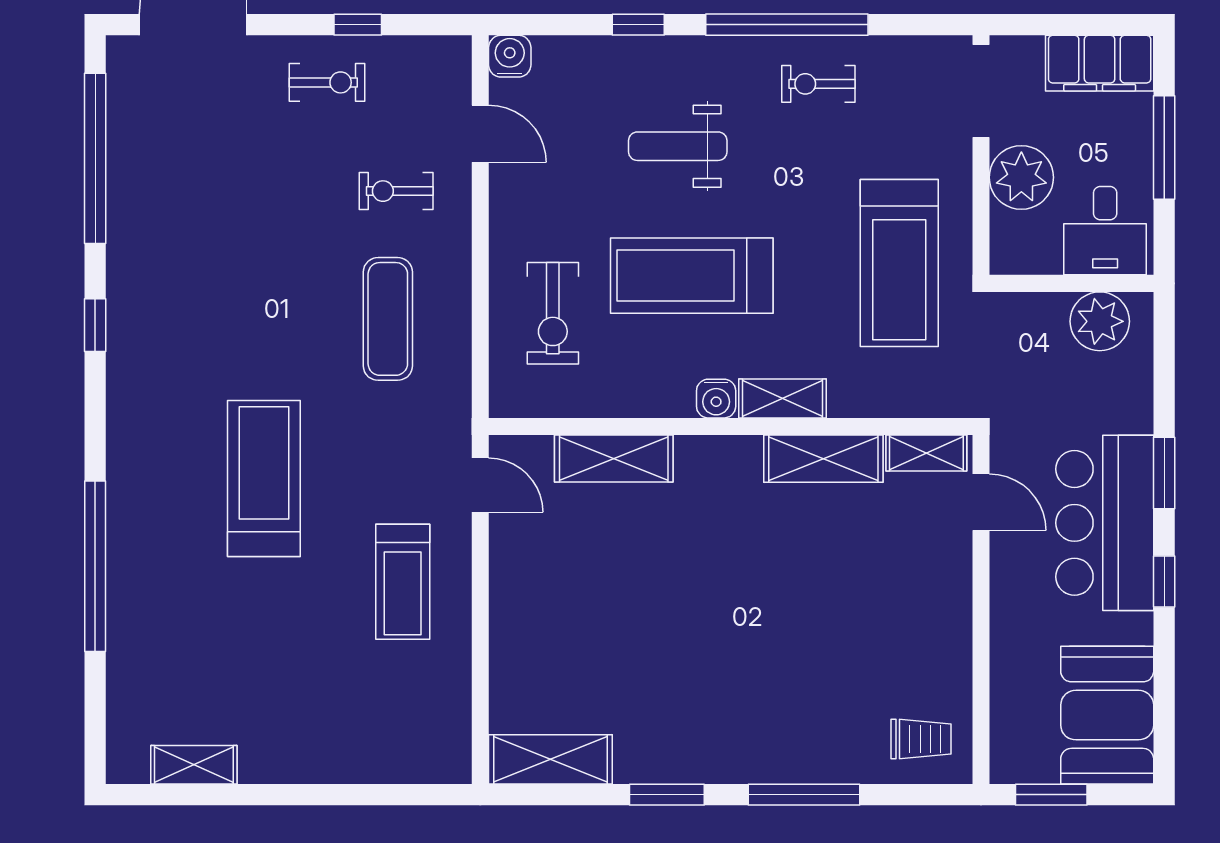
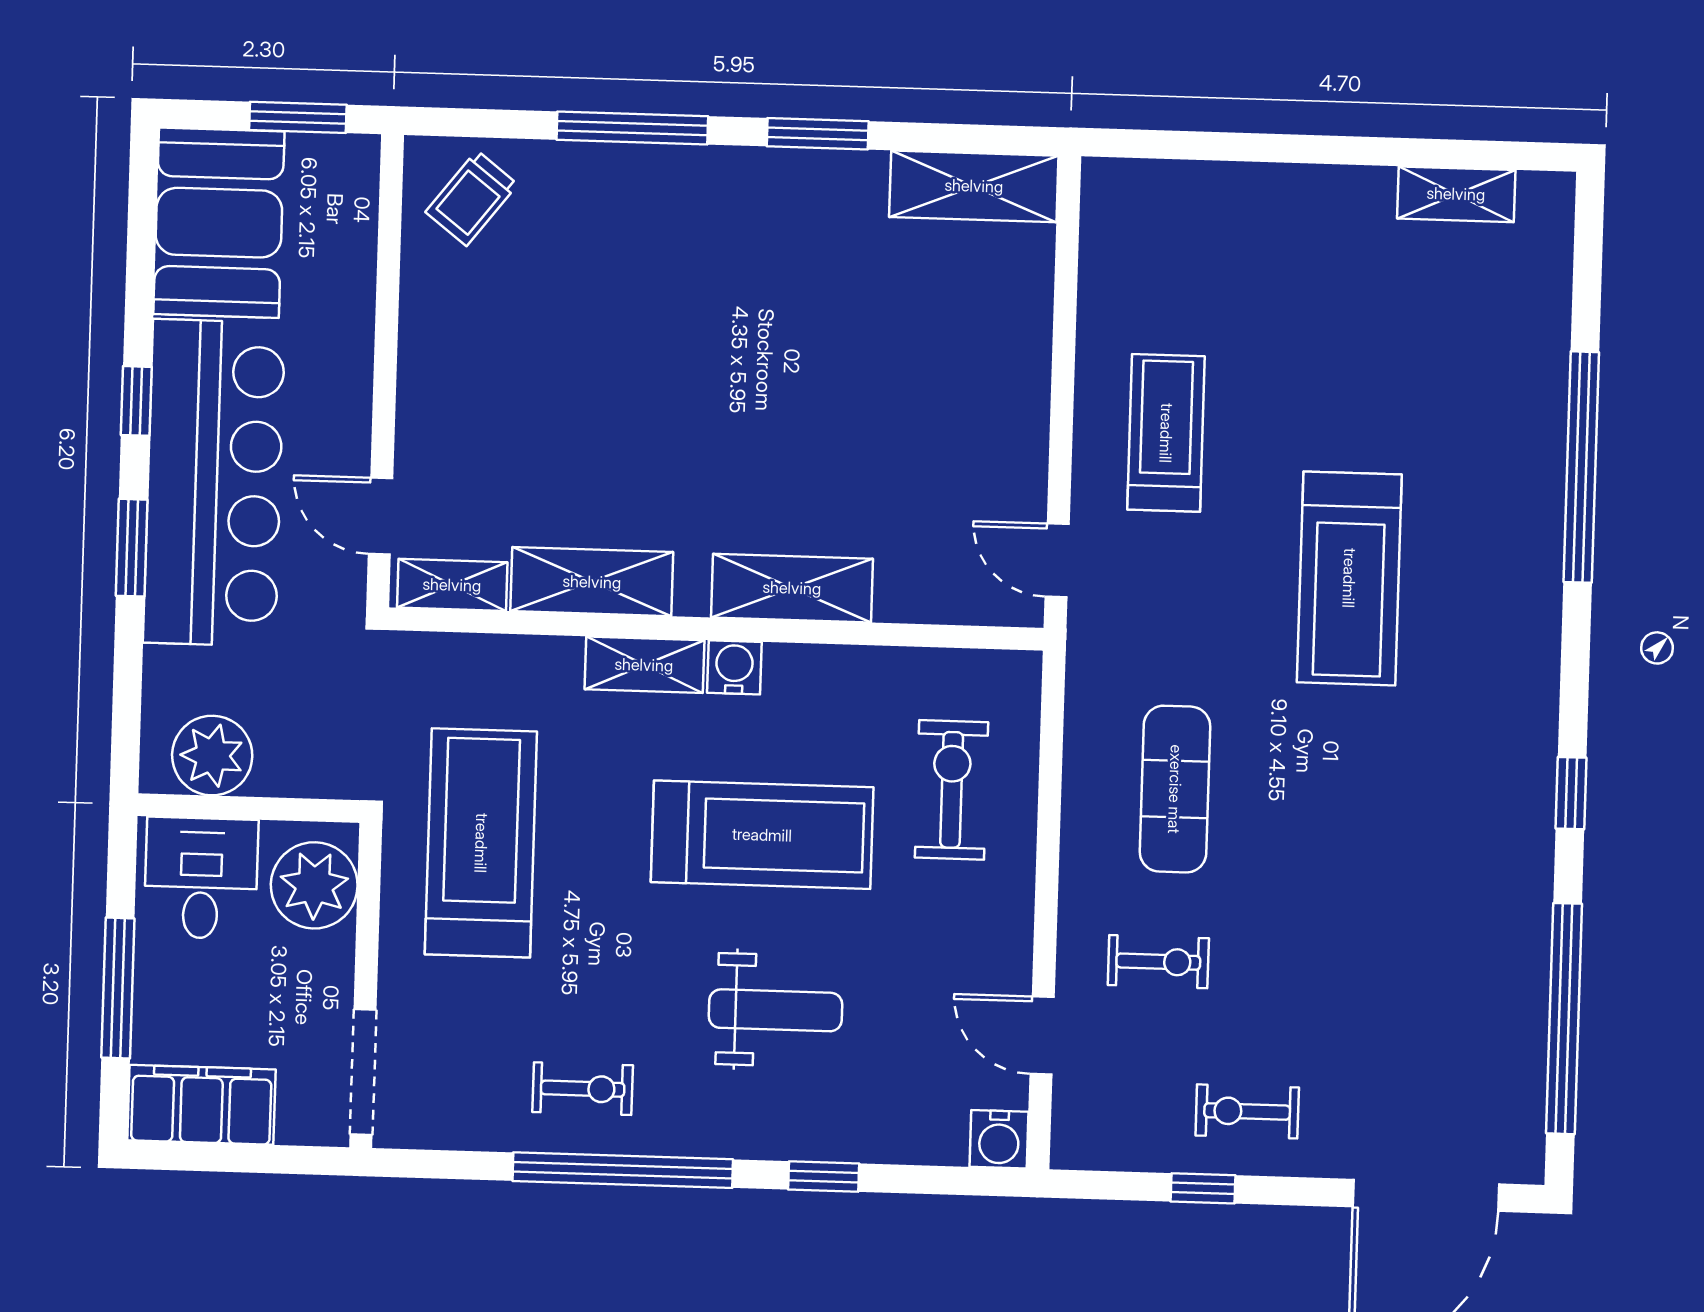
plant: (1021, 177) -> (314, 885), moved
shelving: (614, 458) -> (792, 588), moved
bar counter: (1105, 523) -> (214, 483), width x1.36
trolley: (921, 739) -> (472, 198), turned -52

